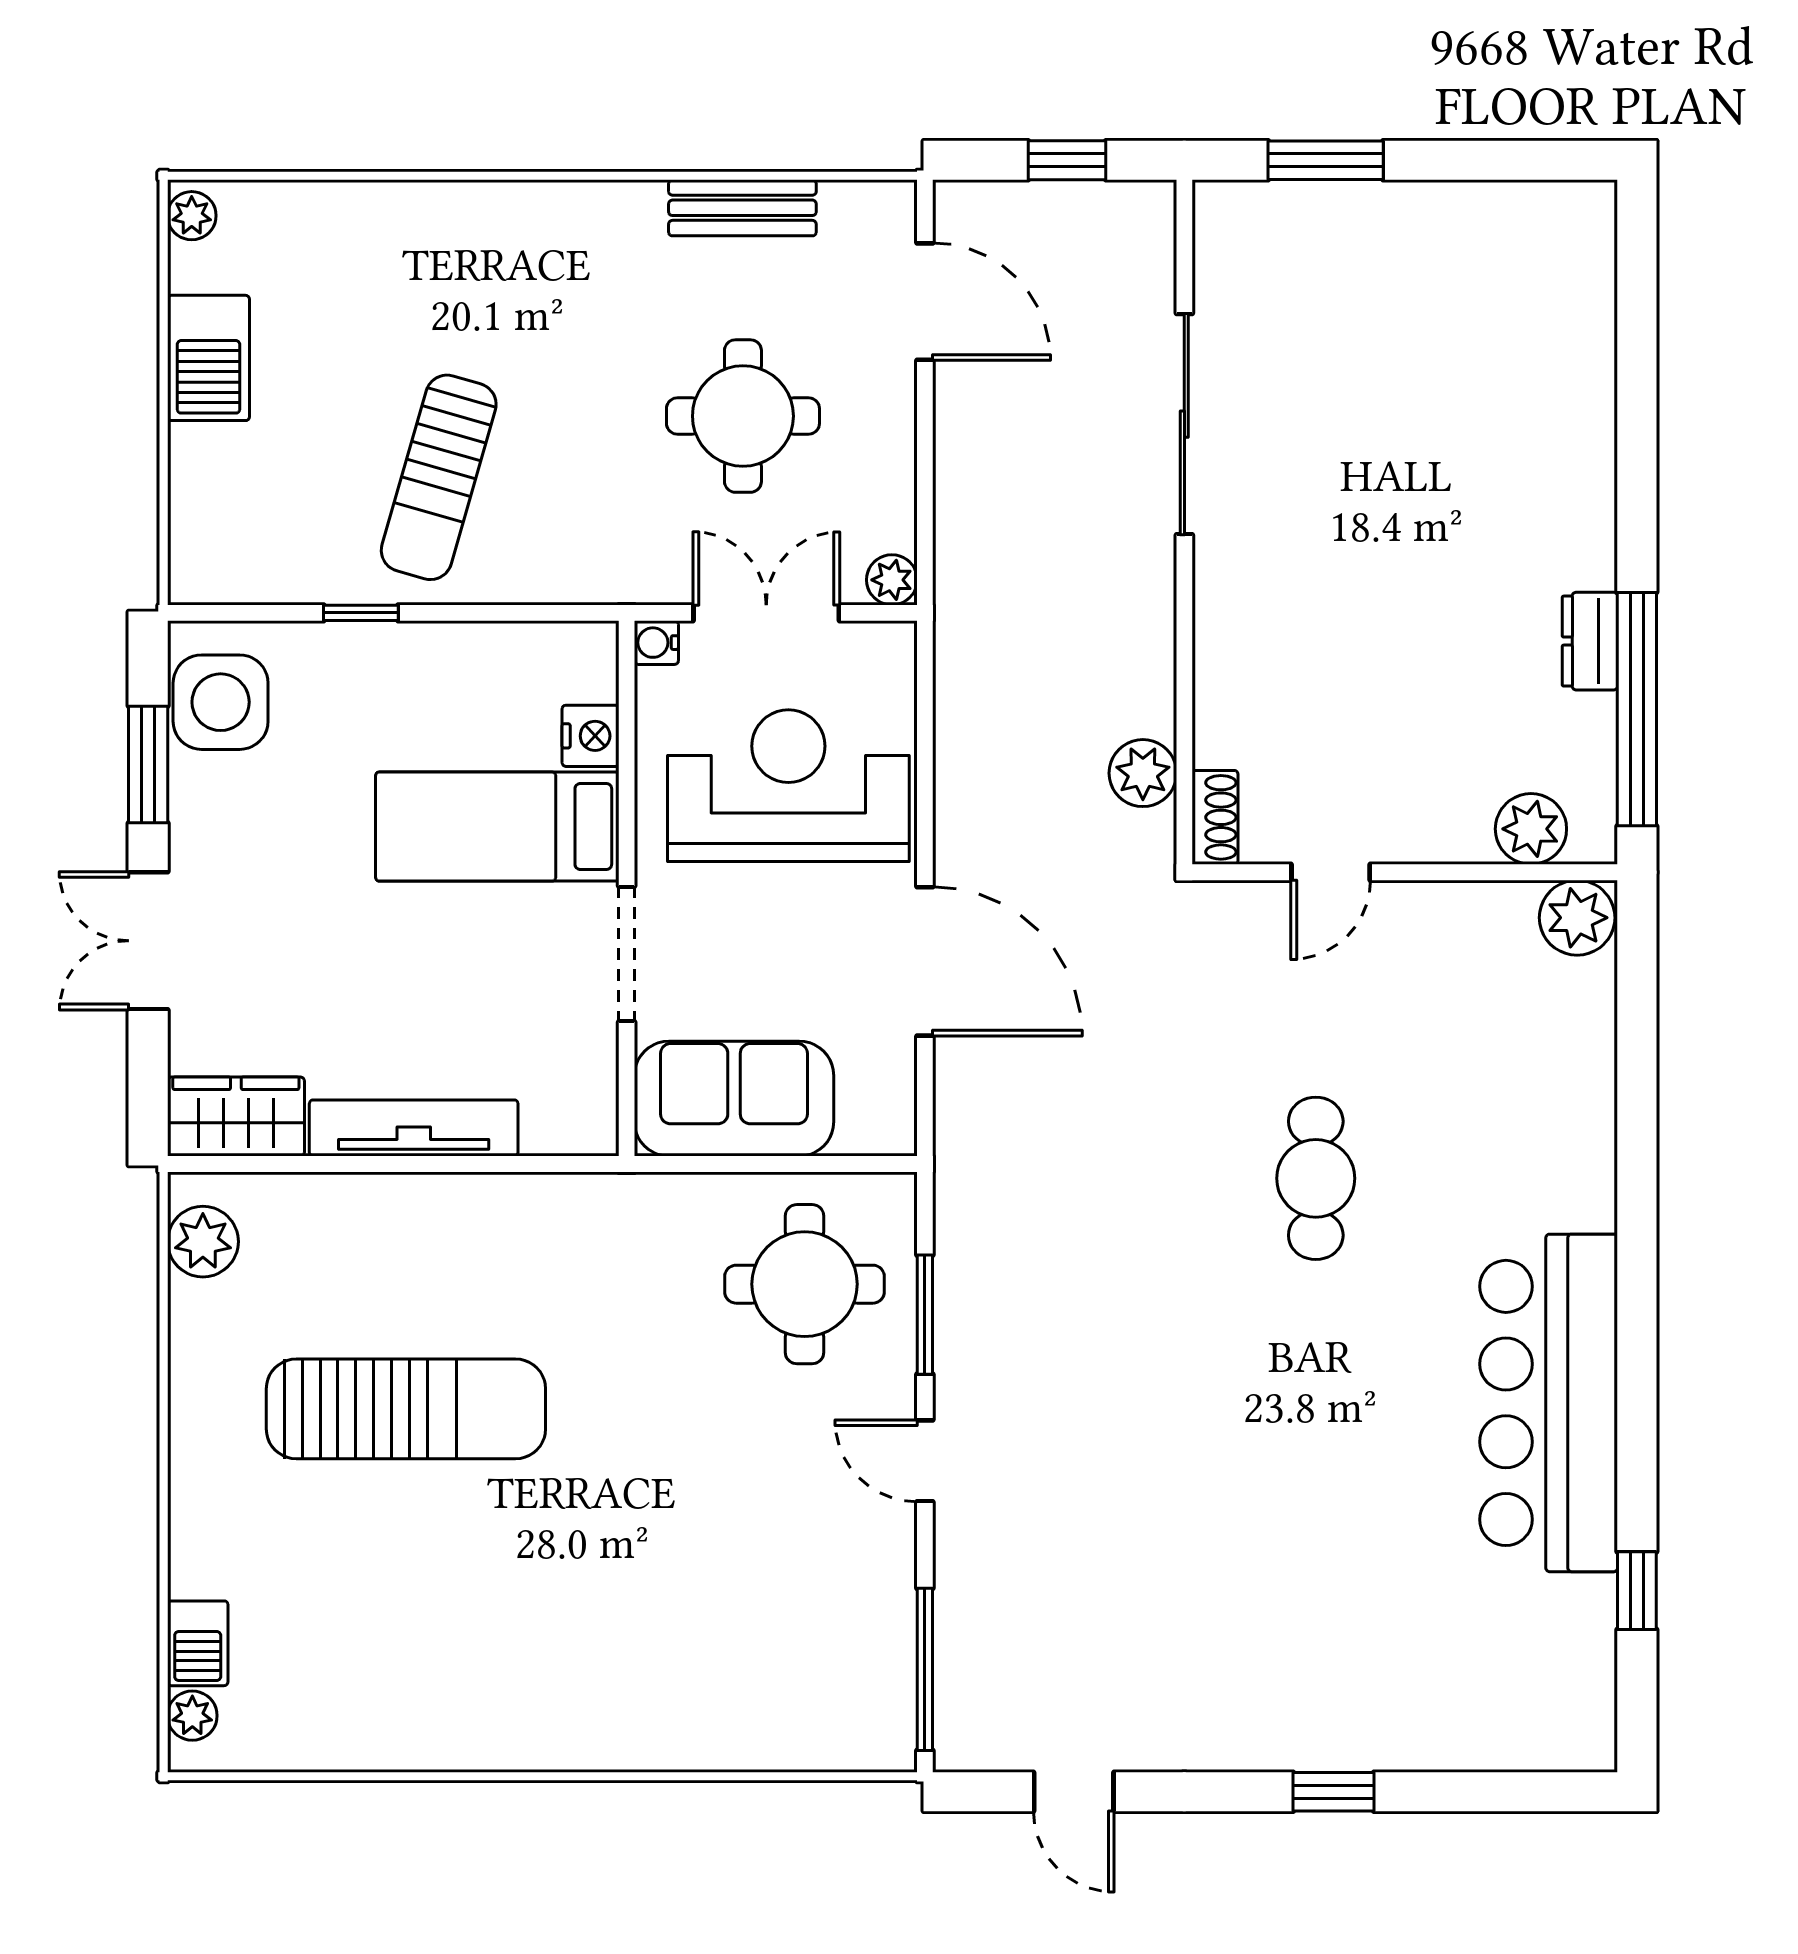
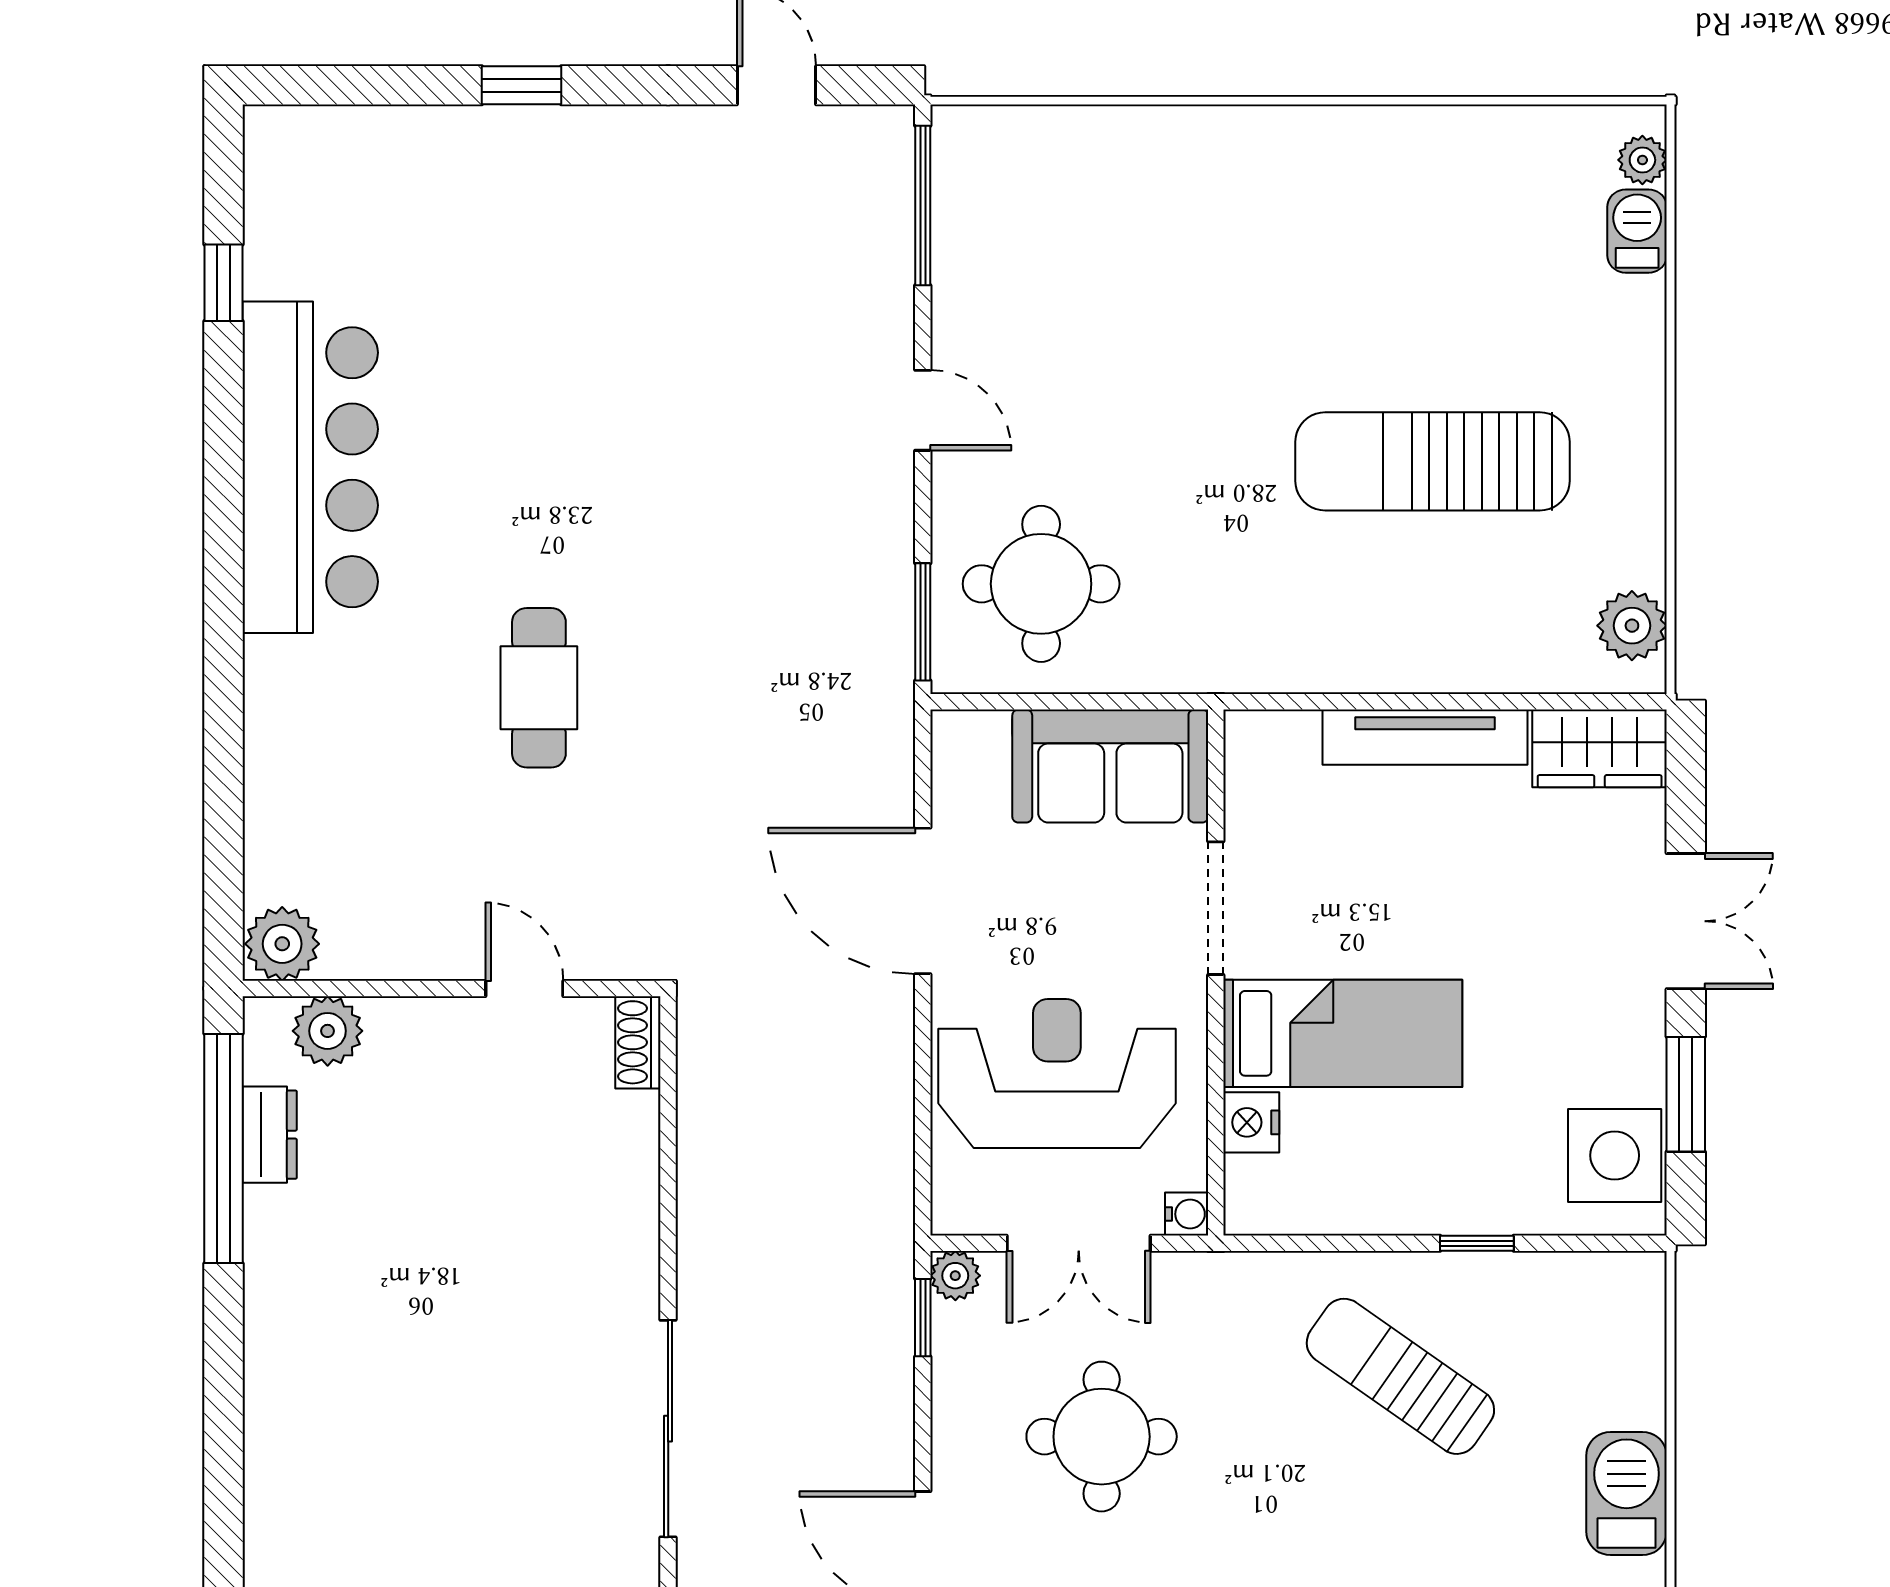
sun lounger: (439, 477) -> (1400, 1376), turned -71
window: (925, 537) -> (923, 1318), added
dresser: (1590, 641) -> (270, 1135), moved
plant: (1143, 773) -> (709, 1086), removed
reception desk: (788, 786) -> (1057, 1073), turned 180
door: (1331, 872) -> (524, 988), hinge flipped
window: (925, 1315) -> (923, 622), moved

